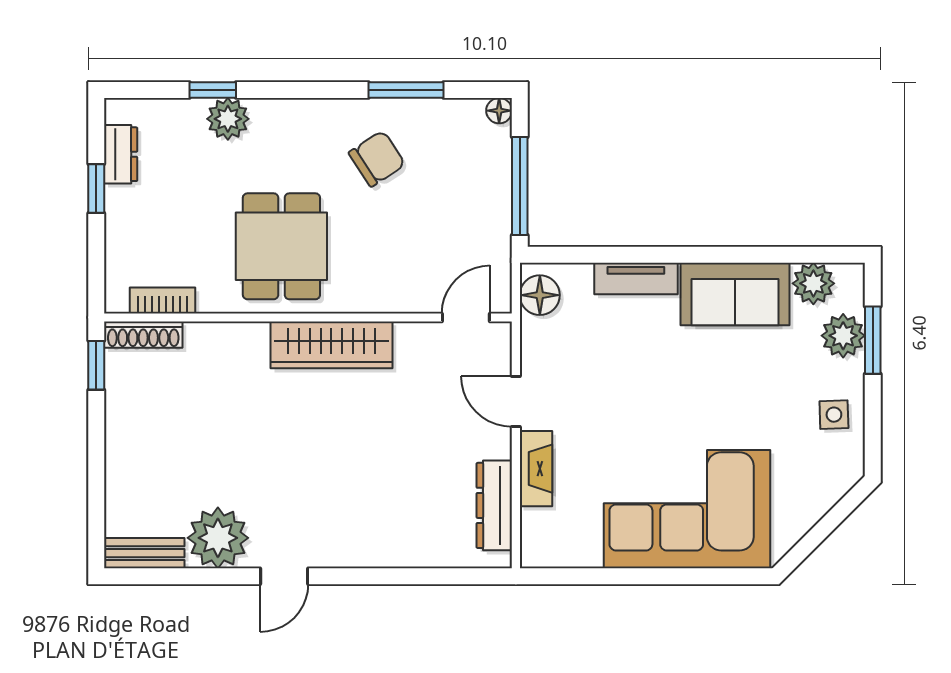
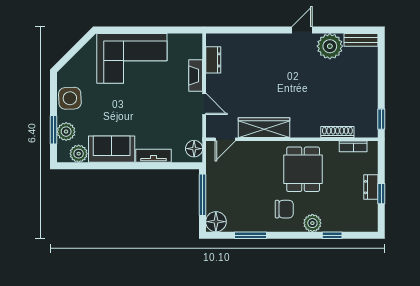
floor lamp: (499, 111) -> (216, 222), width x1.89, depth x1.89
plant: (228, 119) -> (312, 223), moved
dresser: (121, 154) -> (371, 187), moved
chair: (377, 159) -> (284, 209), moved, turned -147
shoe rack: (143, 335) -> (337, 132), moved
wardrobe: (331, 345) -> (264, 128), moved
side table: (834, 415) -> (70, 98), width x1.87, depth x1.87
dresser: (494, 505) -> (213, 60), width x0.70

